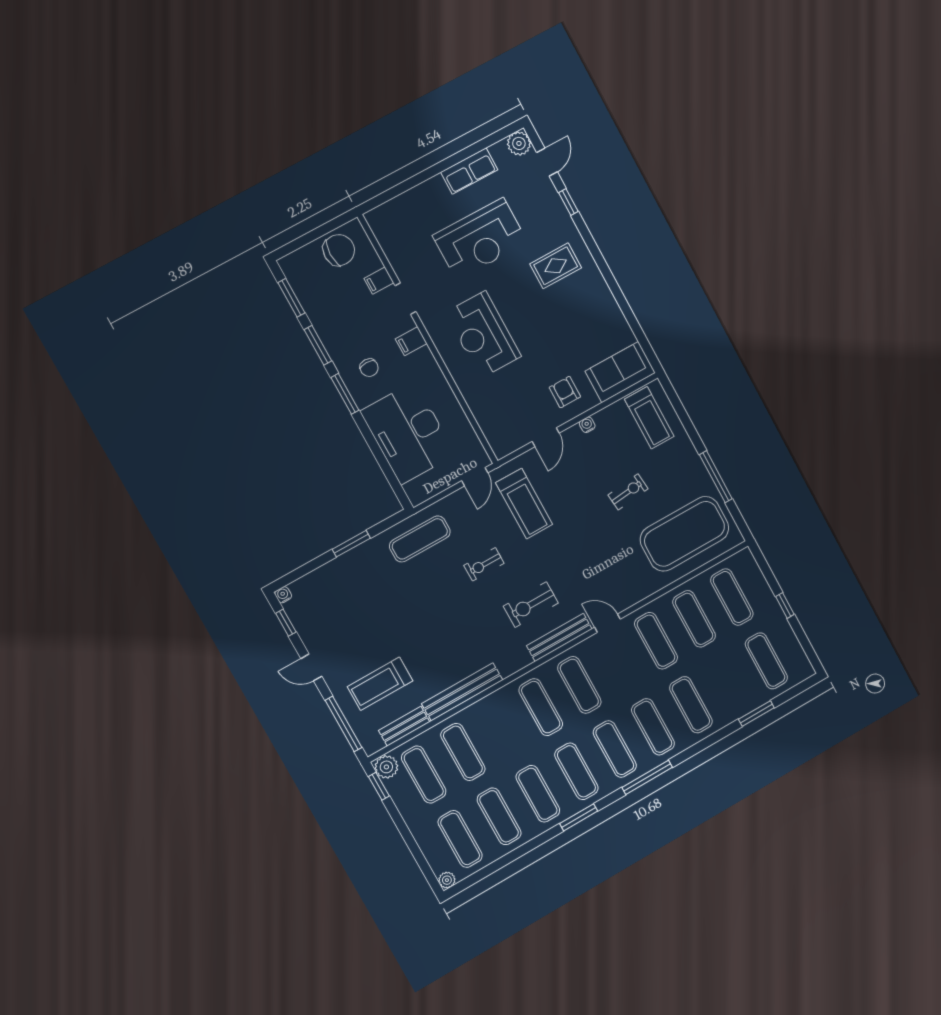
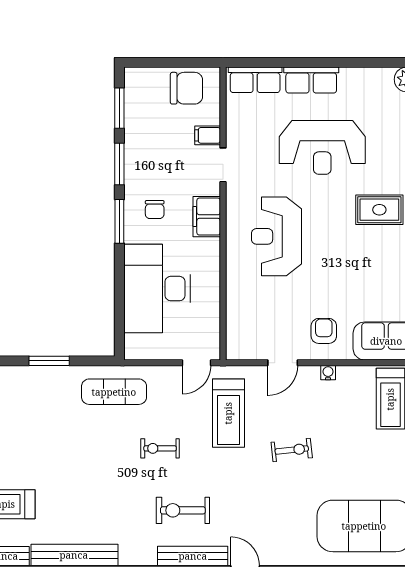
row of seats: (469, 171) -> (311, 80), moved
row of seats: (393, 212) -> (255, 80), added
filing cabinet: (411, 341) -> (207, 217), width x2.00
exercise bike: (628, 492) -> (292, 450), moved

